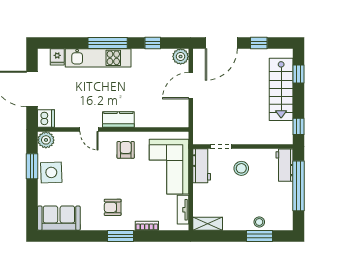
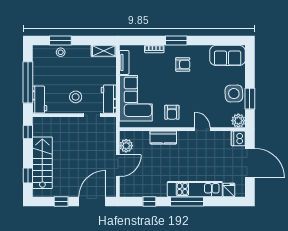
plant: (181, 57) -> (126, 146), moved
kitchen counter: (118, 120) -> (163, 138), moved

